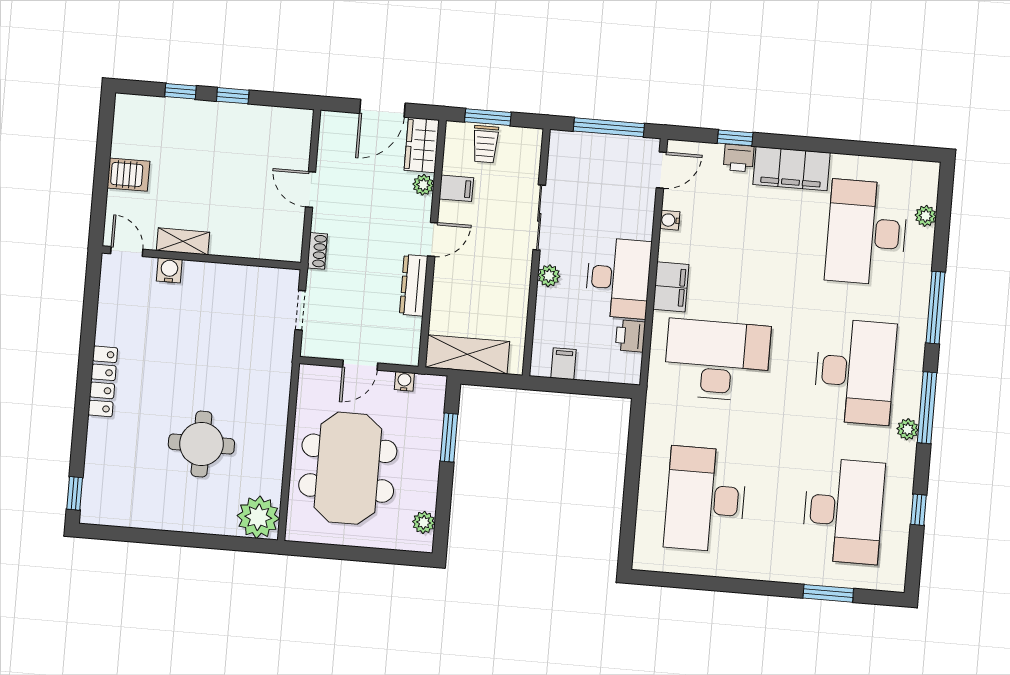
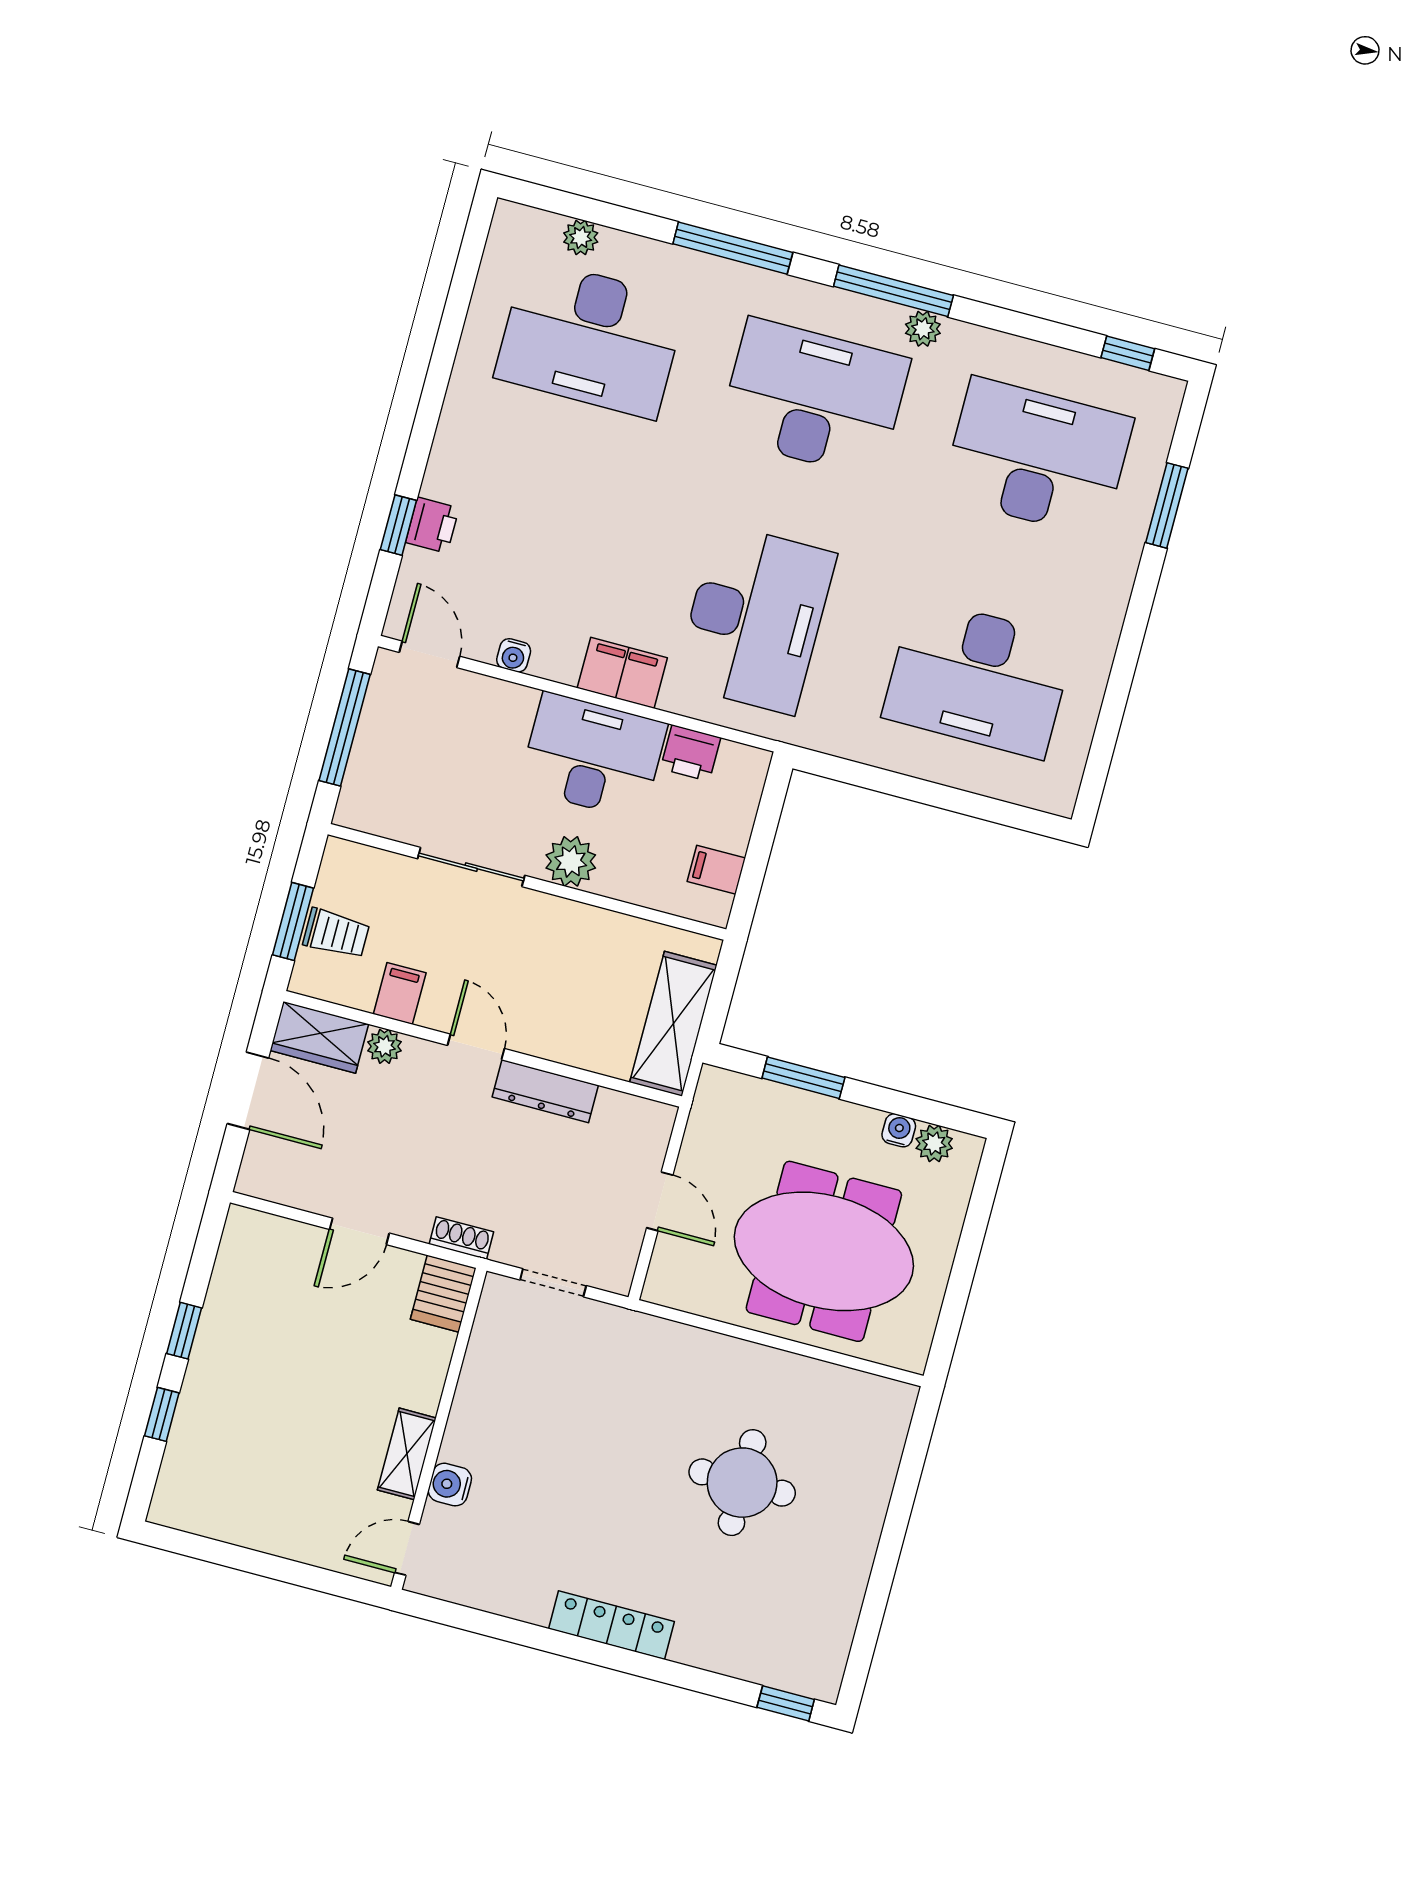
filing cabinet: (792, 169) -> (465, 442), removed
server rack: (128, 175) -> (443, 1294), moved, turned 180
plant: (549, 276) -> (571, 861), width x1.38, depth x1.38
desk: (717, 360) -> (755, 619), turned 180
water cooler: (404, 381) -> (899, 1130), moved, turned 90
window: (918, 510) -> (1128, 353), moved
plant: (258, 517) -> (878, 1411), removed

